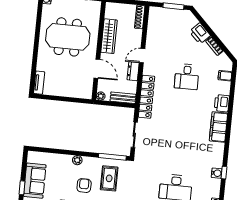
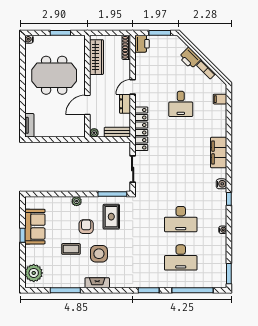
wardrobe: (109, 36) -> (97, 57), moved
door: (97, 69) -> (87, 105), swing flipped
printer: (222, 103) -> (142, 44), moved, turned 180
water cooler: (217, 173) -> (221, 184), moved

